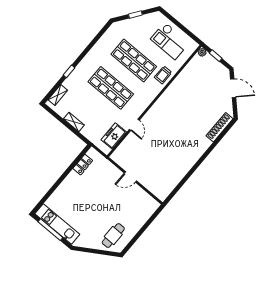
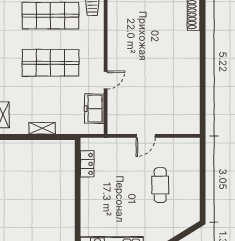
door: (134, 125) -> (106, 80), hinge flipped
cafe table: (113, 236) -> (160, 185), moved

